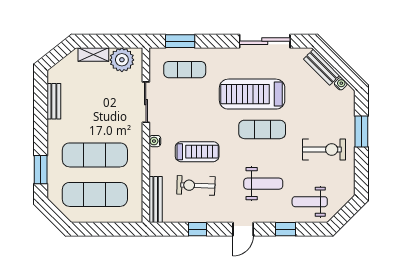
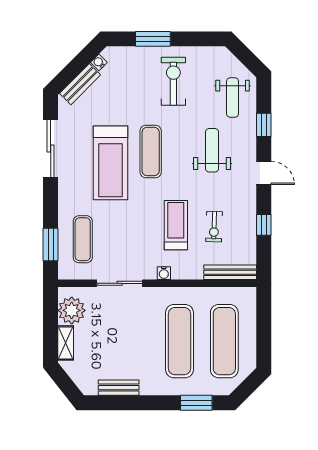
exercise bike: (196, 185) -> (214, 227), width x0.73, depth x0.72

